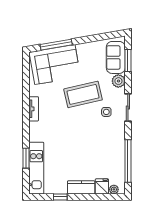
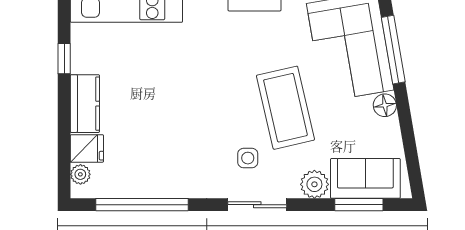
floor lamp: (82, 48) -> (385, 105), added

